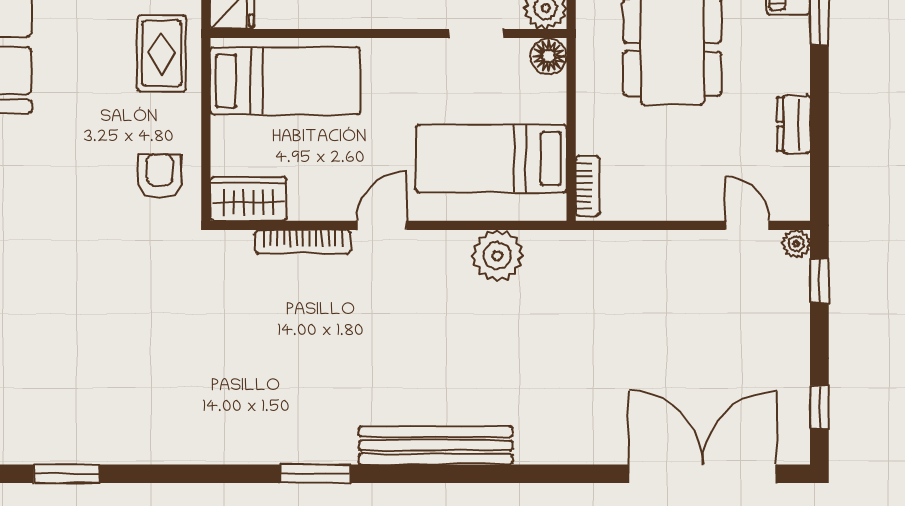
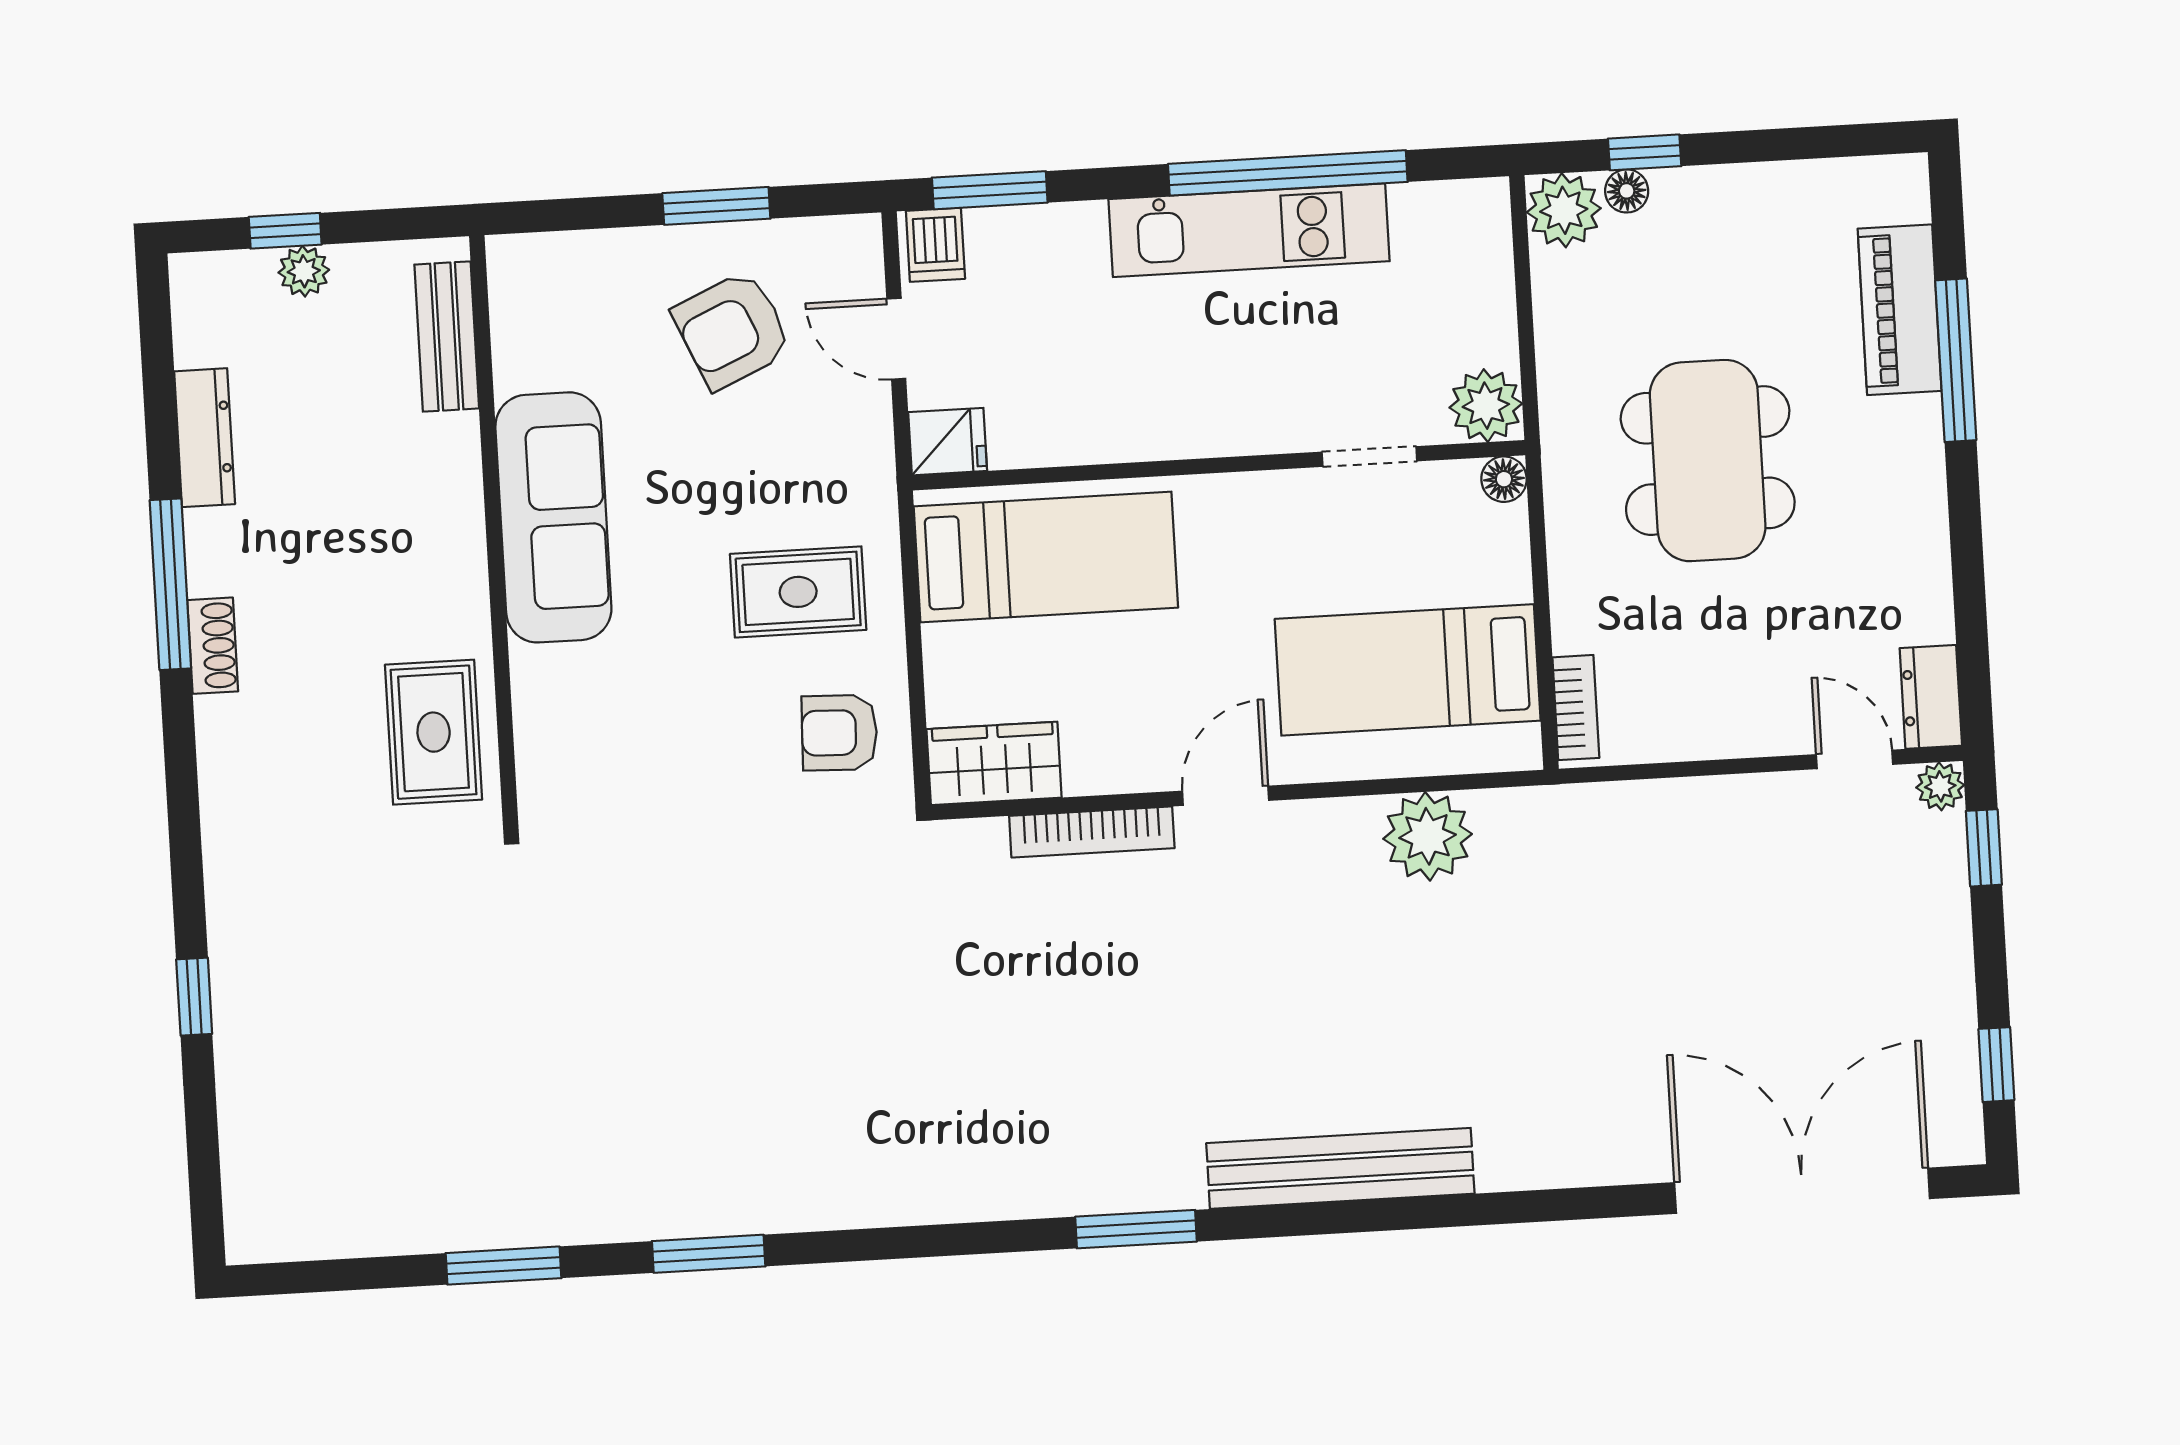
rug: (162, 53) -> (798, 592), moved, turned 90
floor lamp: (549, 56) -> (1504, 479), width x0.73, depth x0.73
dresser: (794, 124) -> (1931, 697), moved
armchair: (160, 176) -> (839, 733), turned -88

